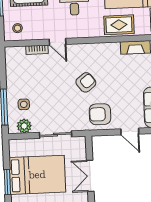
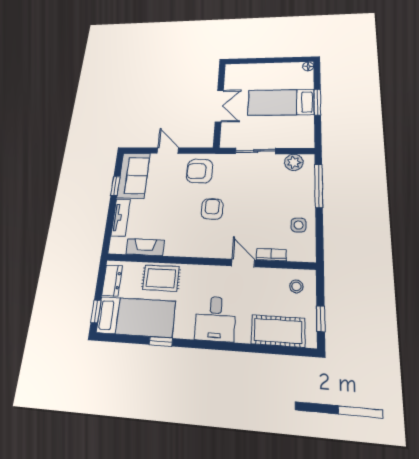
armchair: (86, 82) -> (212, 209), turned 128
side table: (24, 104) -> (298, 225), moved
armchair: (100, 114) -> (200, 171), turned 180
bed: (37, 175) -> (281, 102), width x0.67

